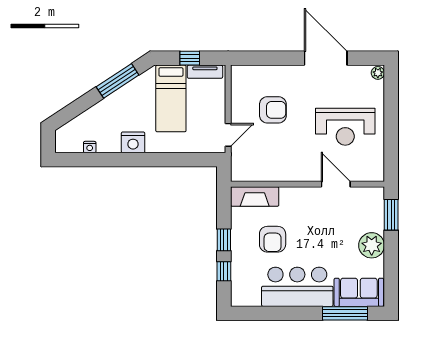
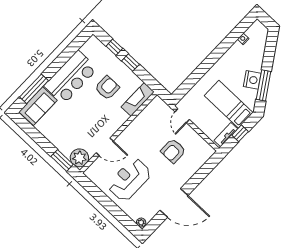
nightstand: (133, 142) -> (252, 80), moved, turned 147
armchair: (273, 239) -> (107, 88), turned 90
plant: (372, 245) -> (79, 158), moved

